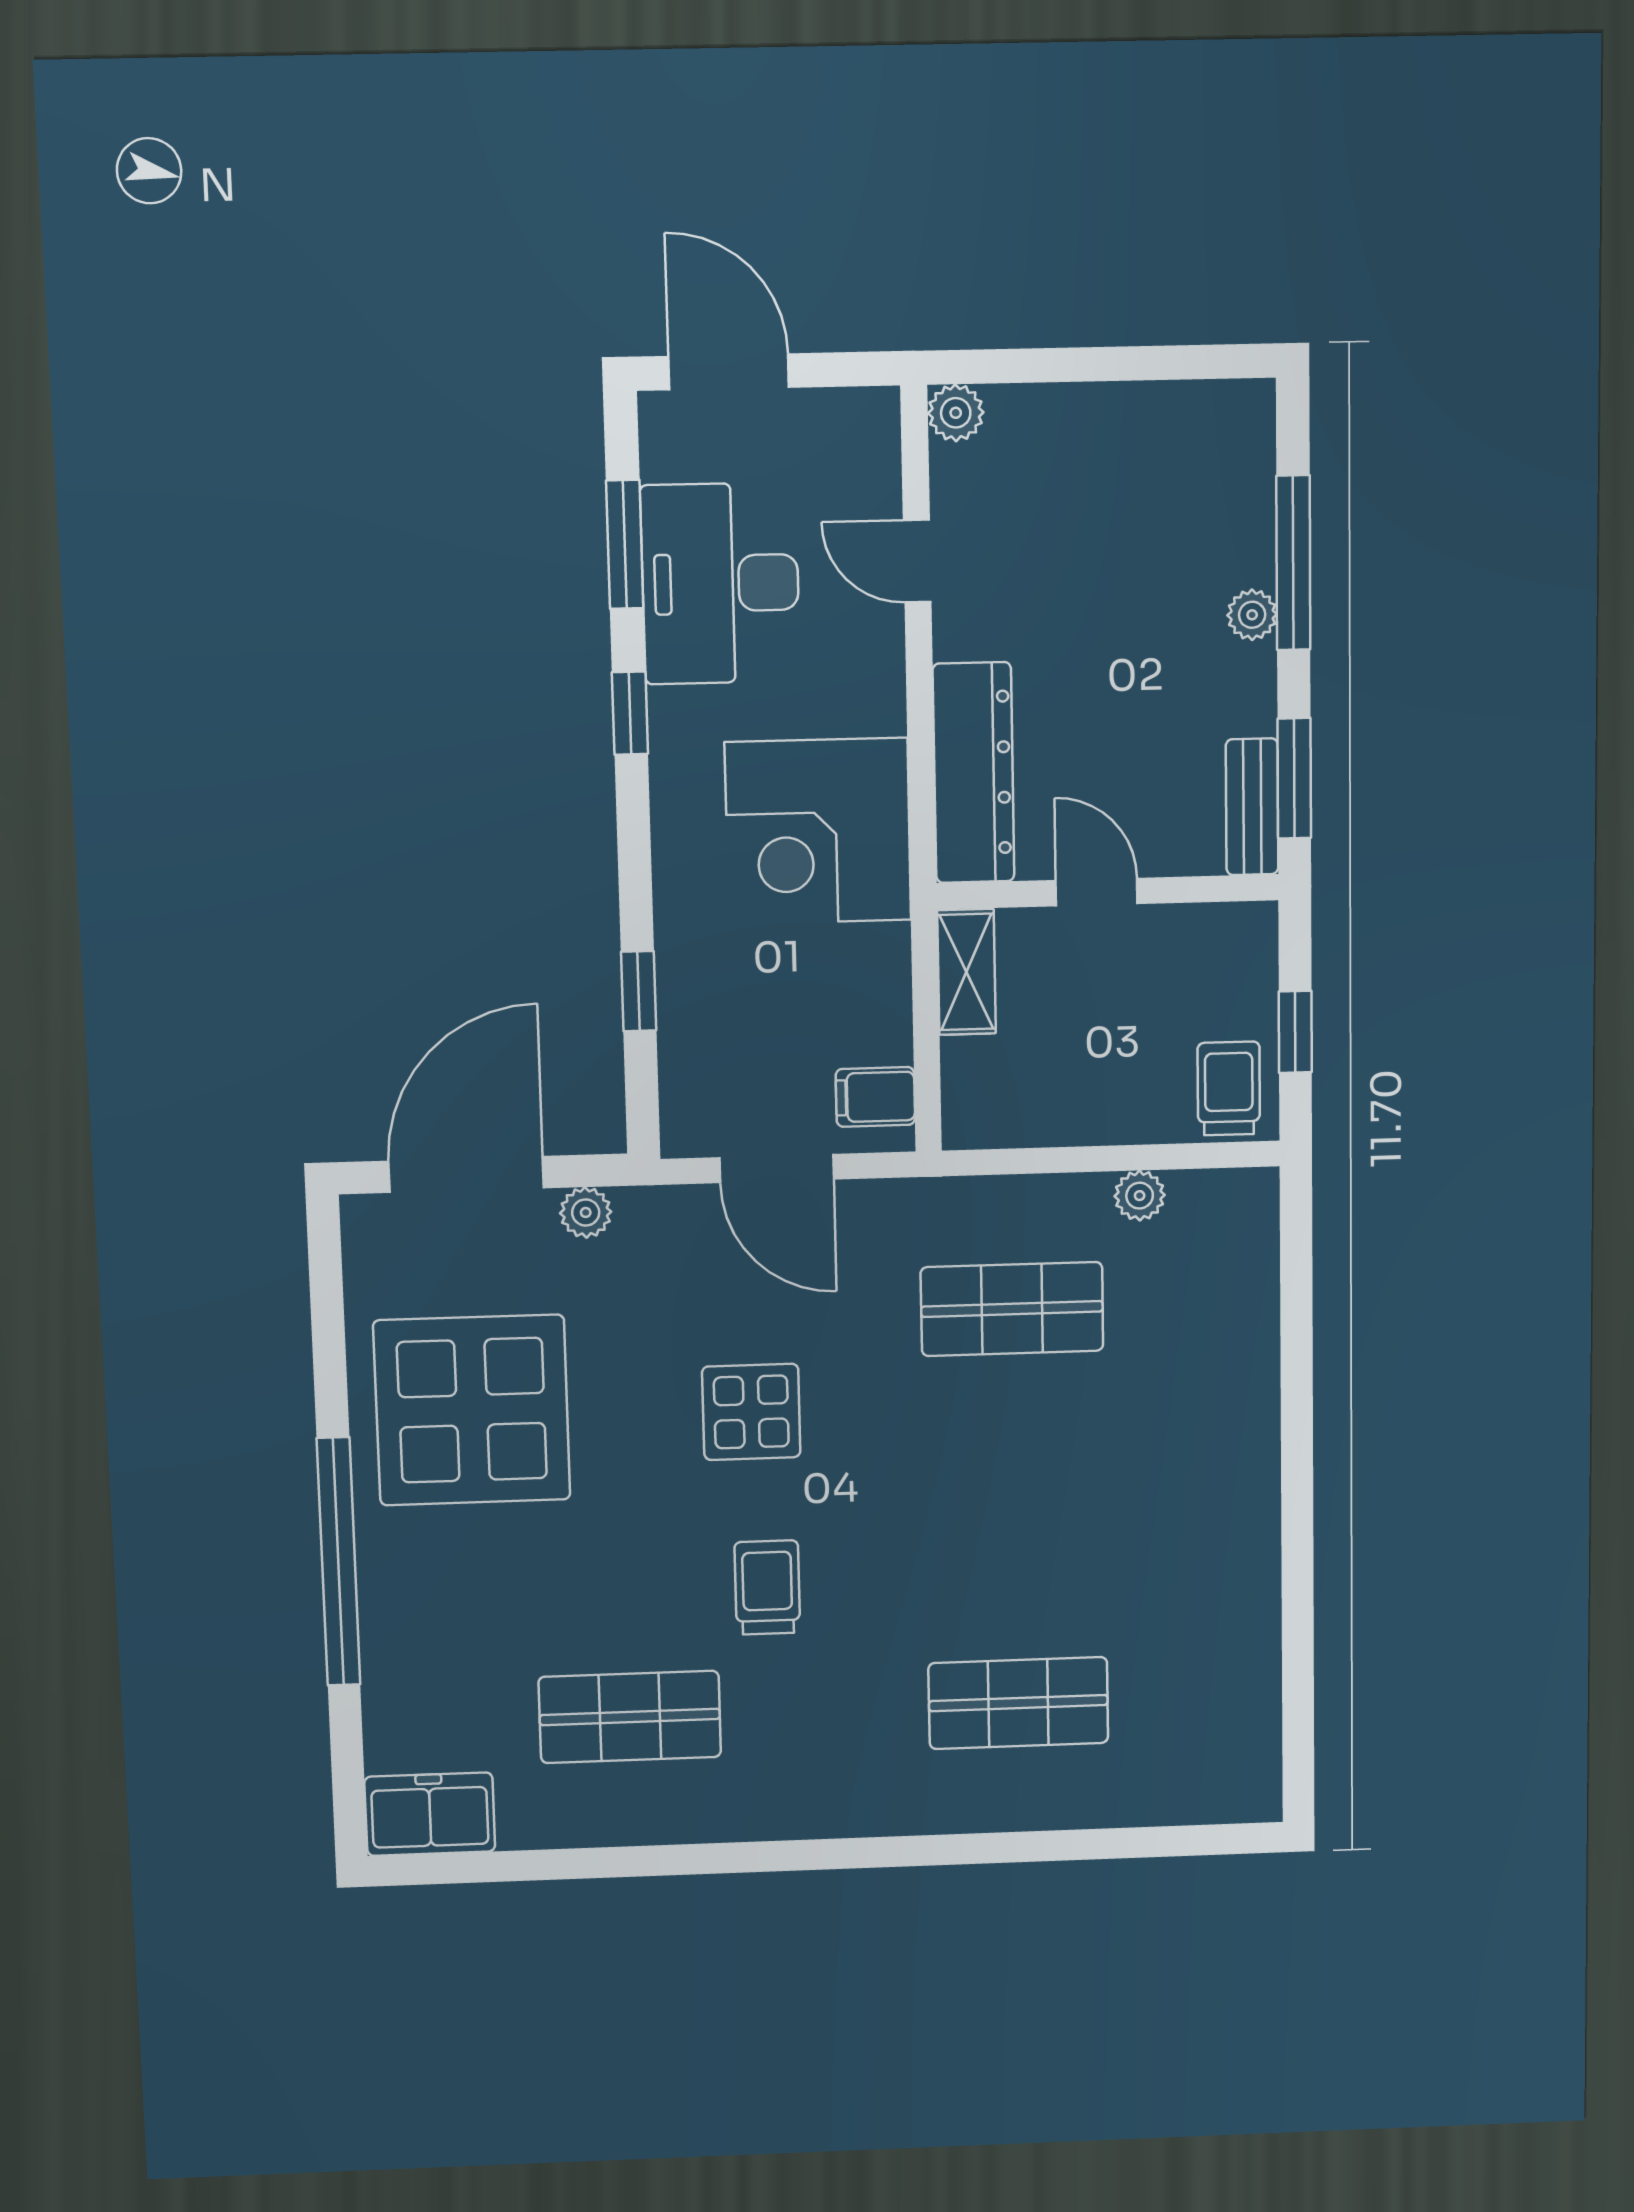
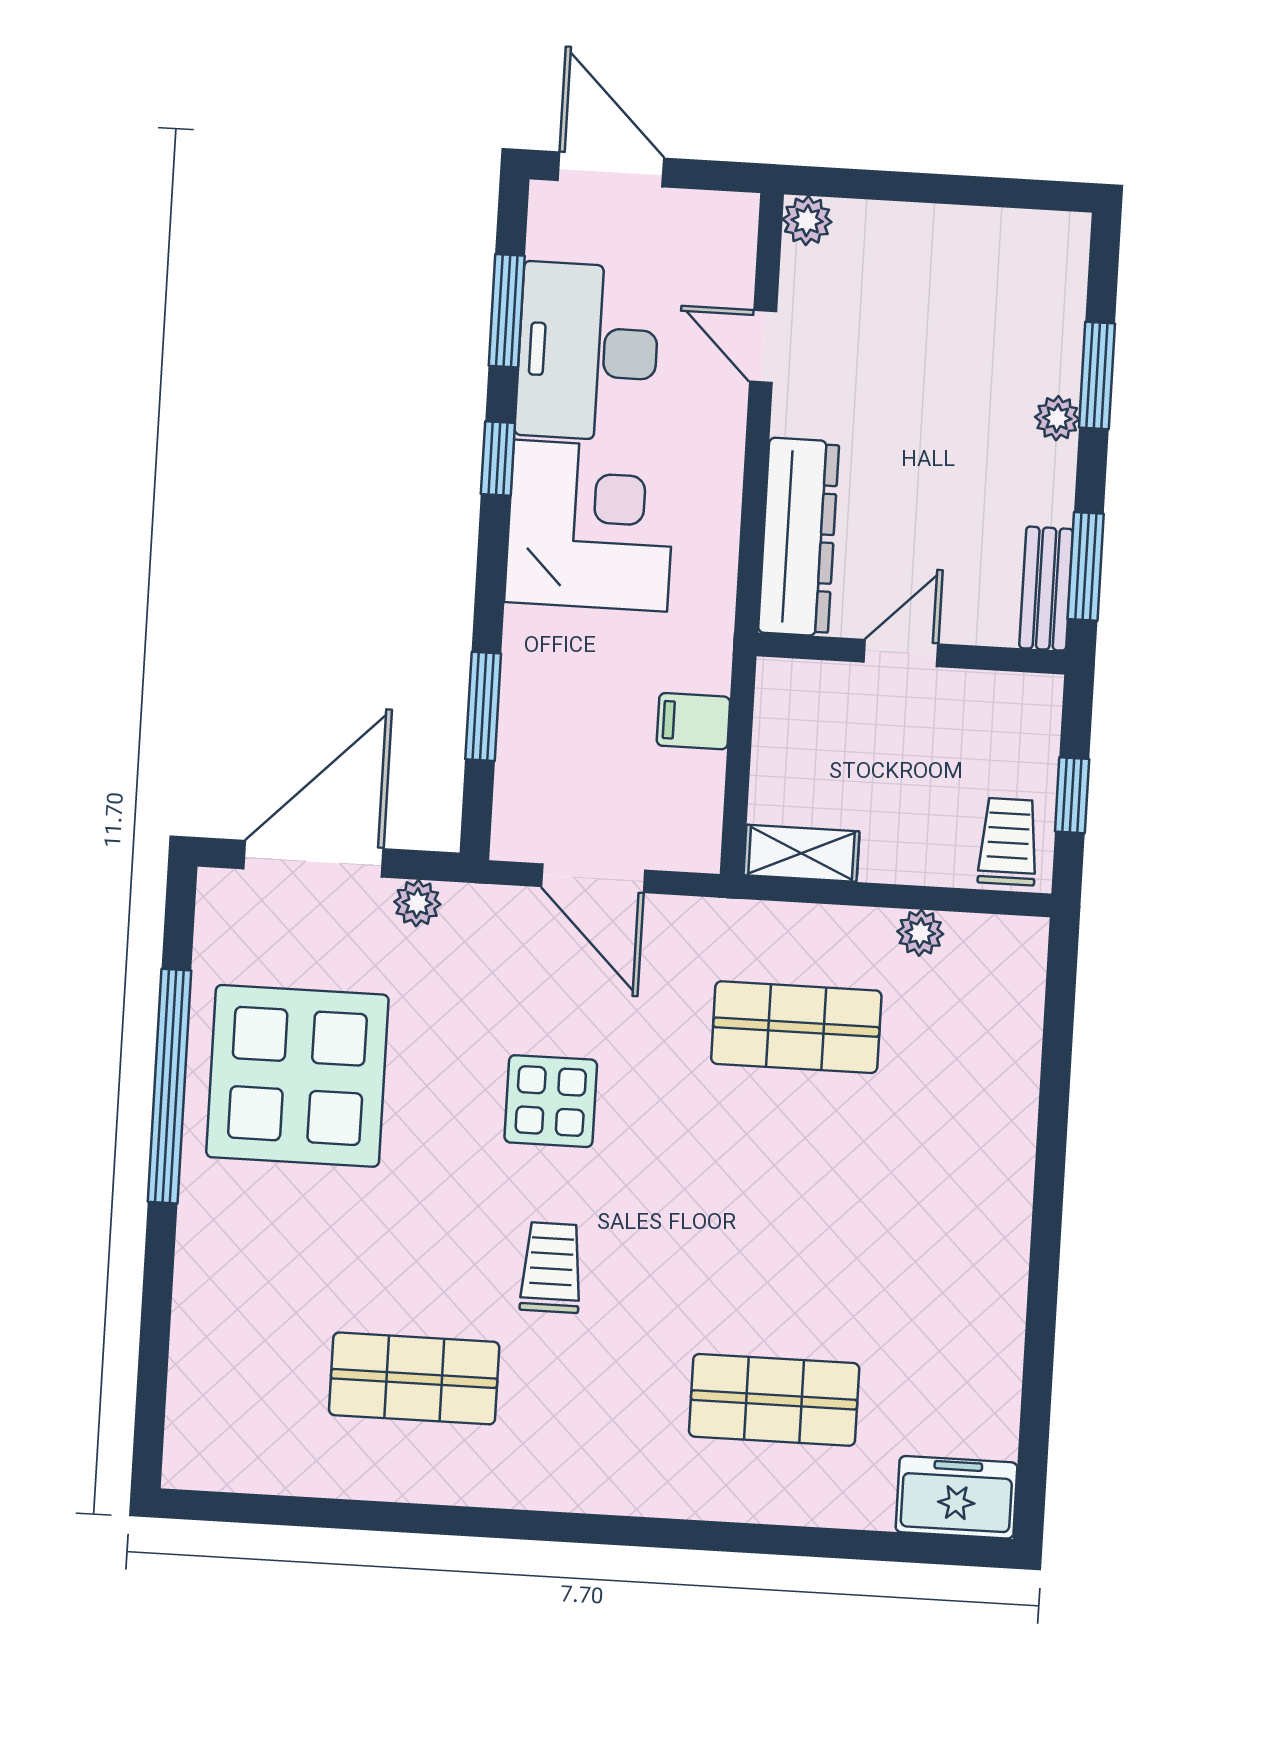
window: (1293, 563) -> (1097, 376), width x0.69
corner desk: (818, 831) -> (590, 526), moved, turned 180
door: (1097, 892) -> (901, 653), hinge flipped
shelving: (966, 972) -> (801, 853), moved, turned 90
window: (639, 991) -> (483, 706), width x1.50
filing cabinet: (875, 1097) -> (693, 721), moved
window: (338, 1562) -> (170, 1086), moved
freezer: (430, 1814) -> (956, 1497), moved

